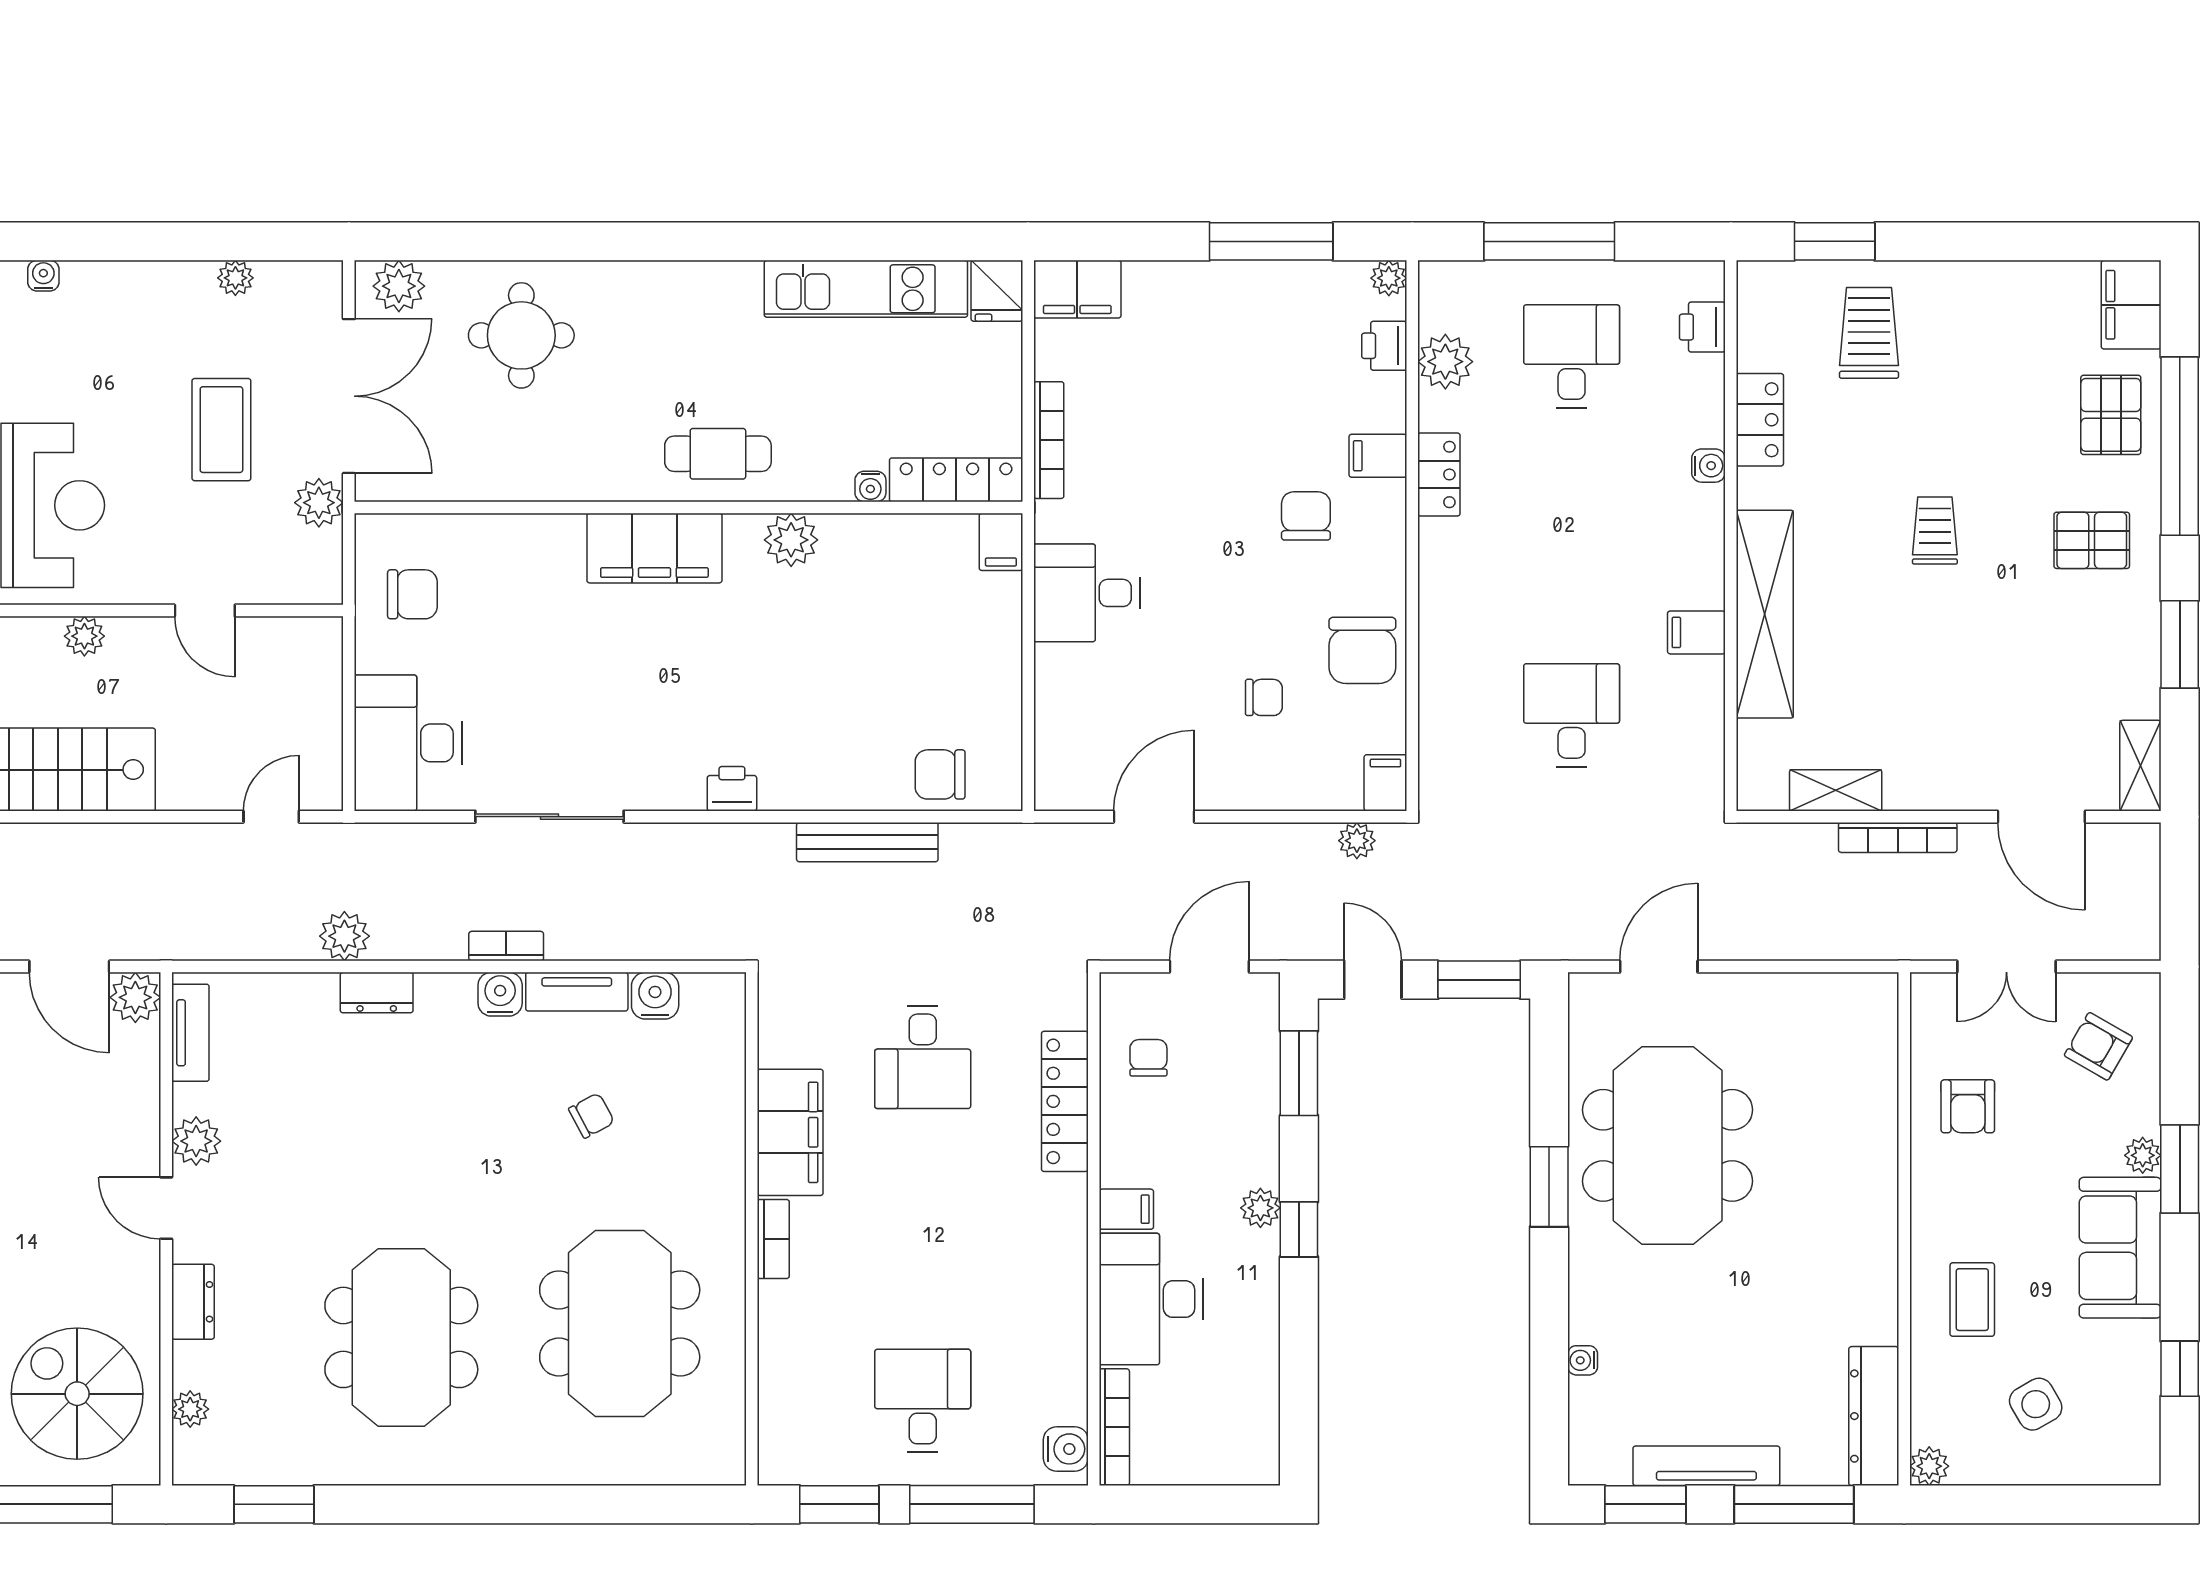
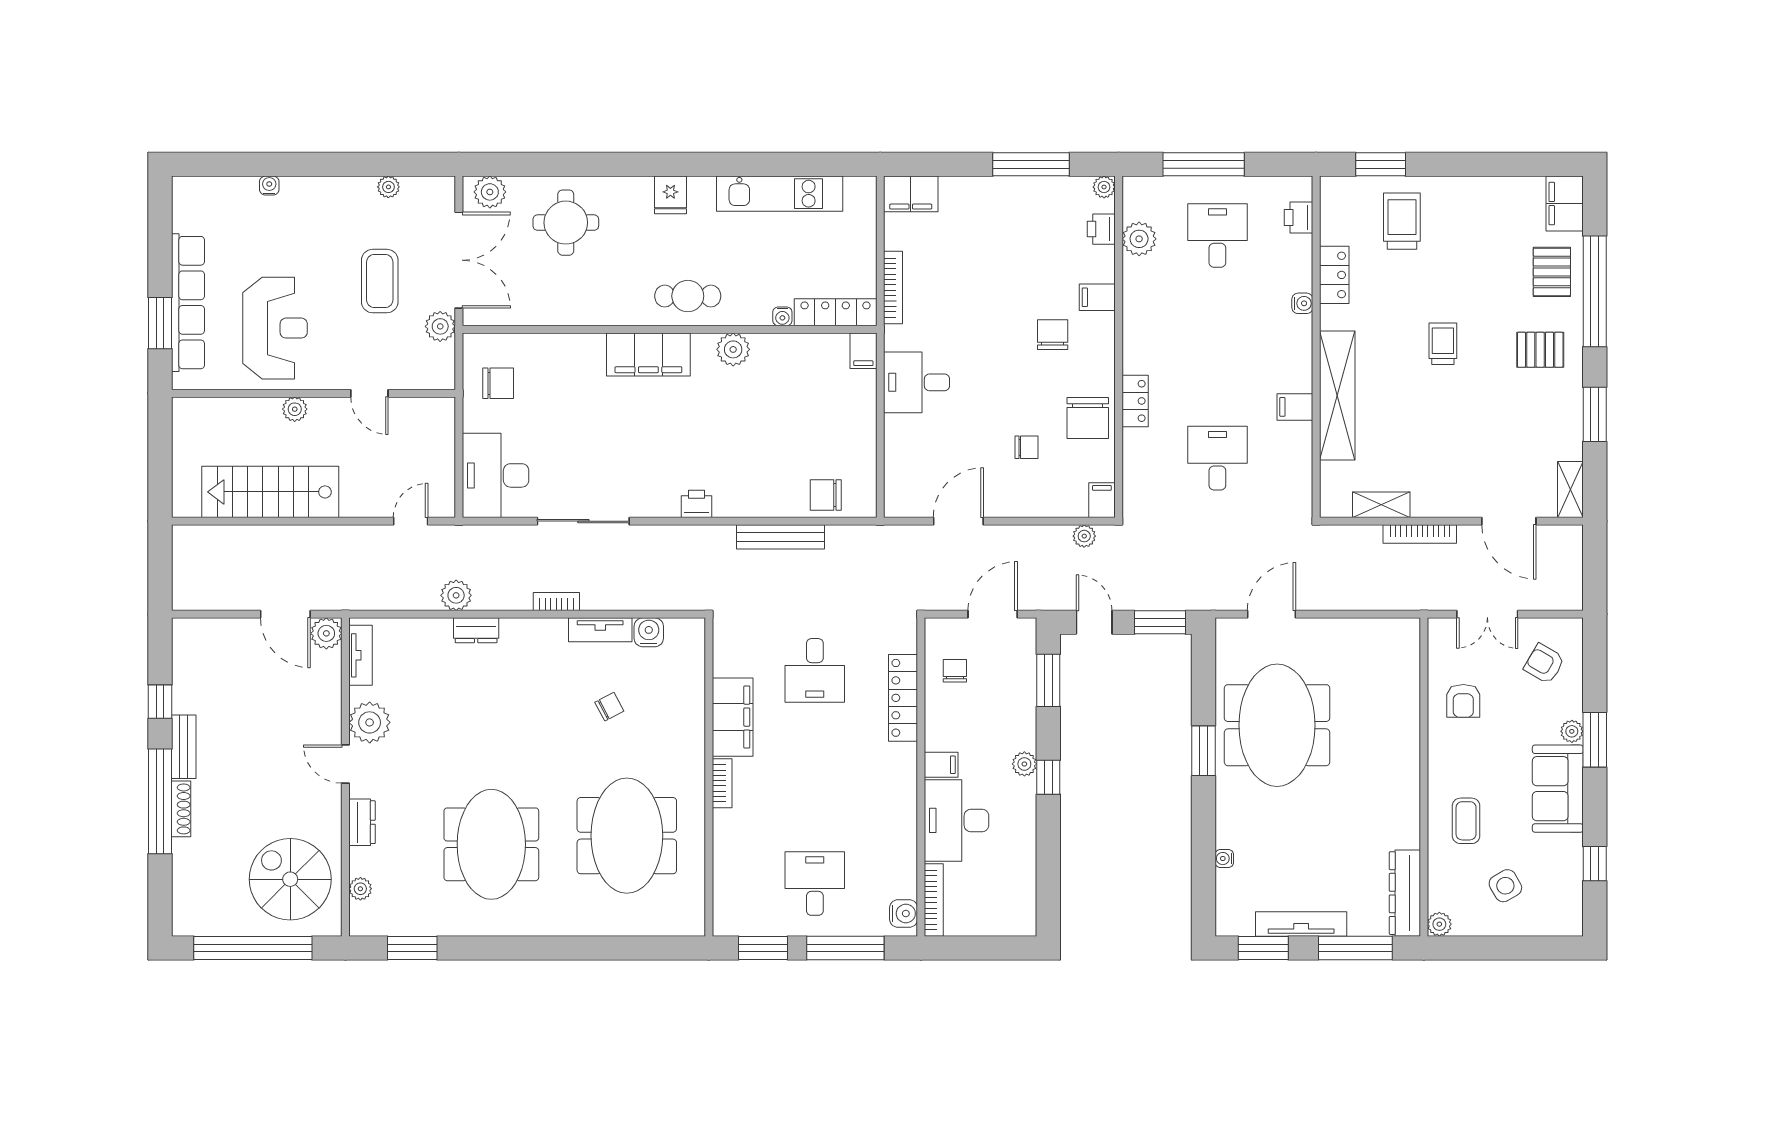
fridge: (997, 291) -> (670, 195), moved
locker: (1439, 474) -> (1135, 401), moved
water cooler: (500, 994) -> (553, 631), removed
plant: (196, 1141) -> (370, 722), width x1.36, depth x1.36

